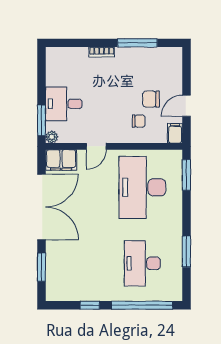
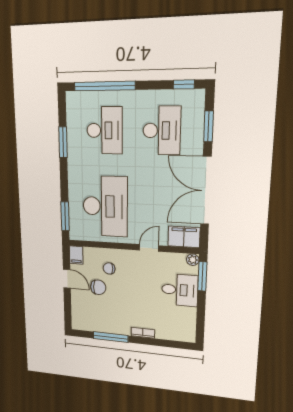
door: (186, 106) -> (67, 279), hinge flipped
desk: (86, 263) -> (162, 131), added
window: (90, 305) -> (184, 84), moved

